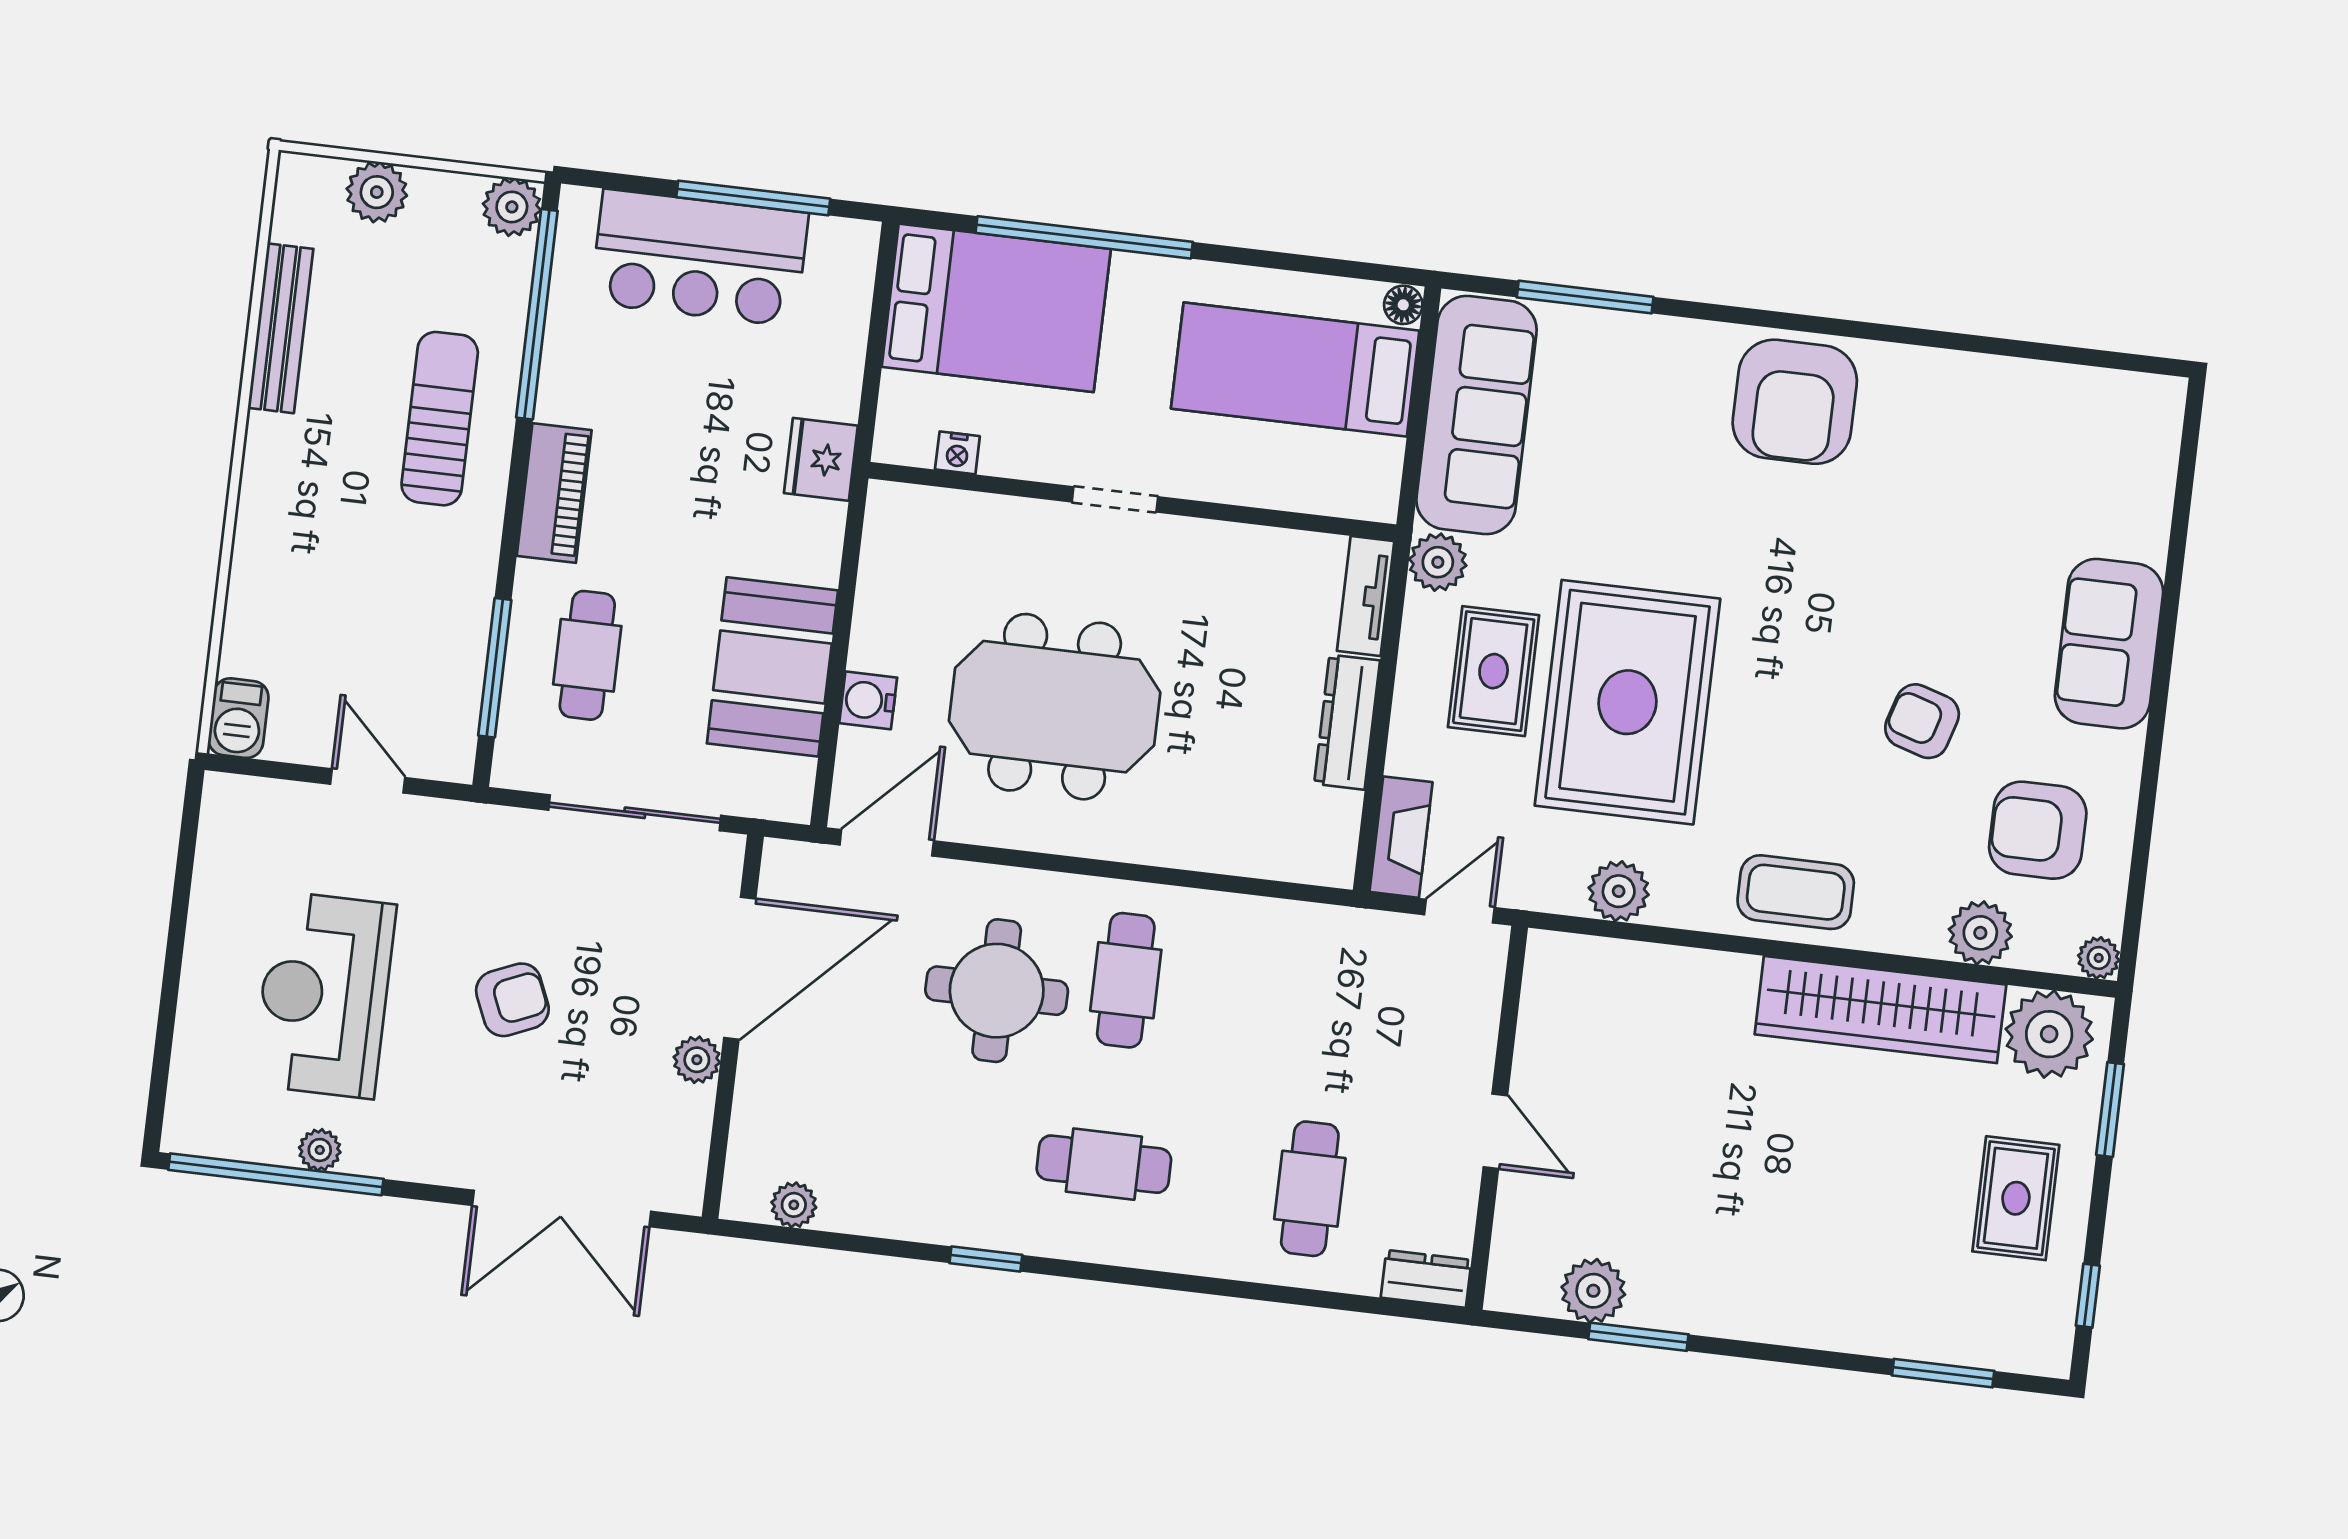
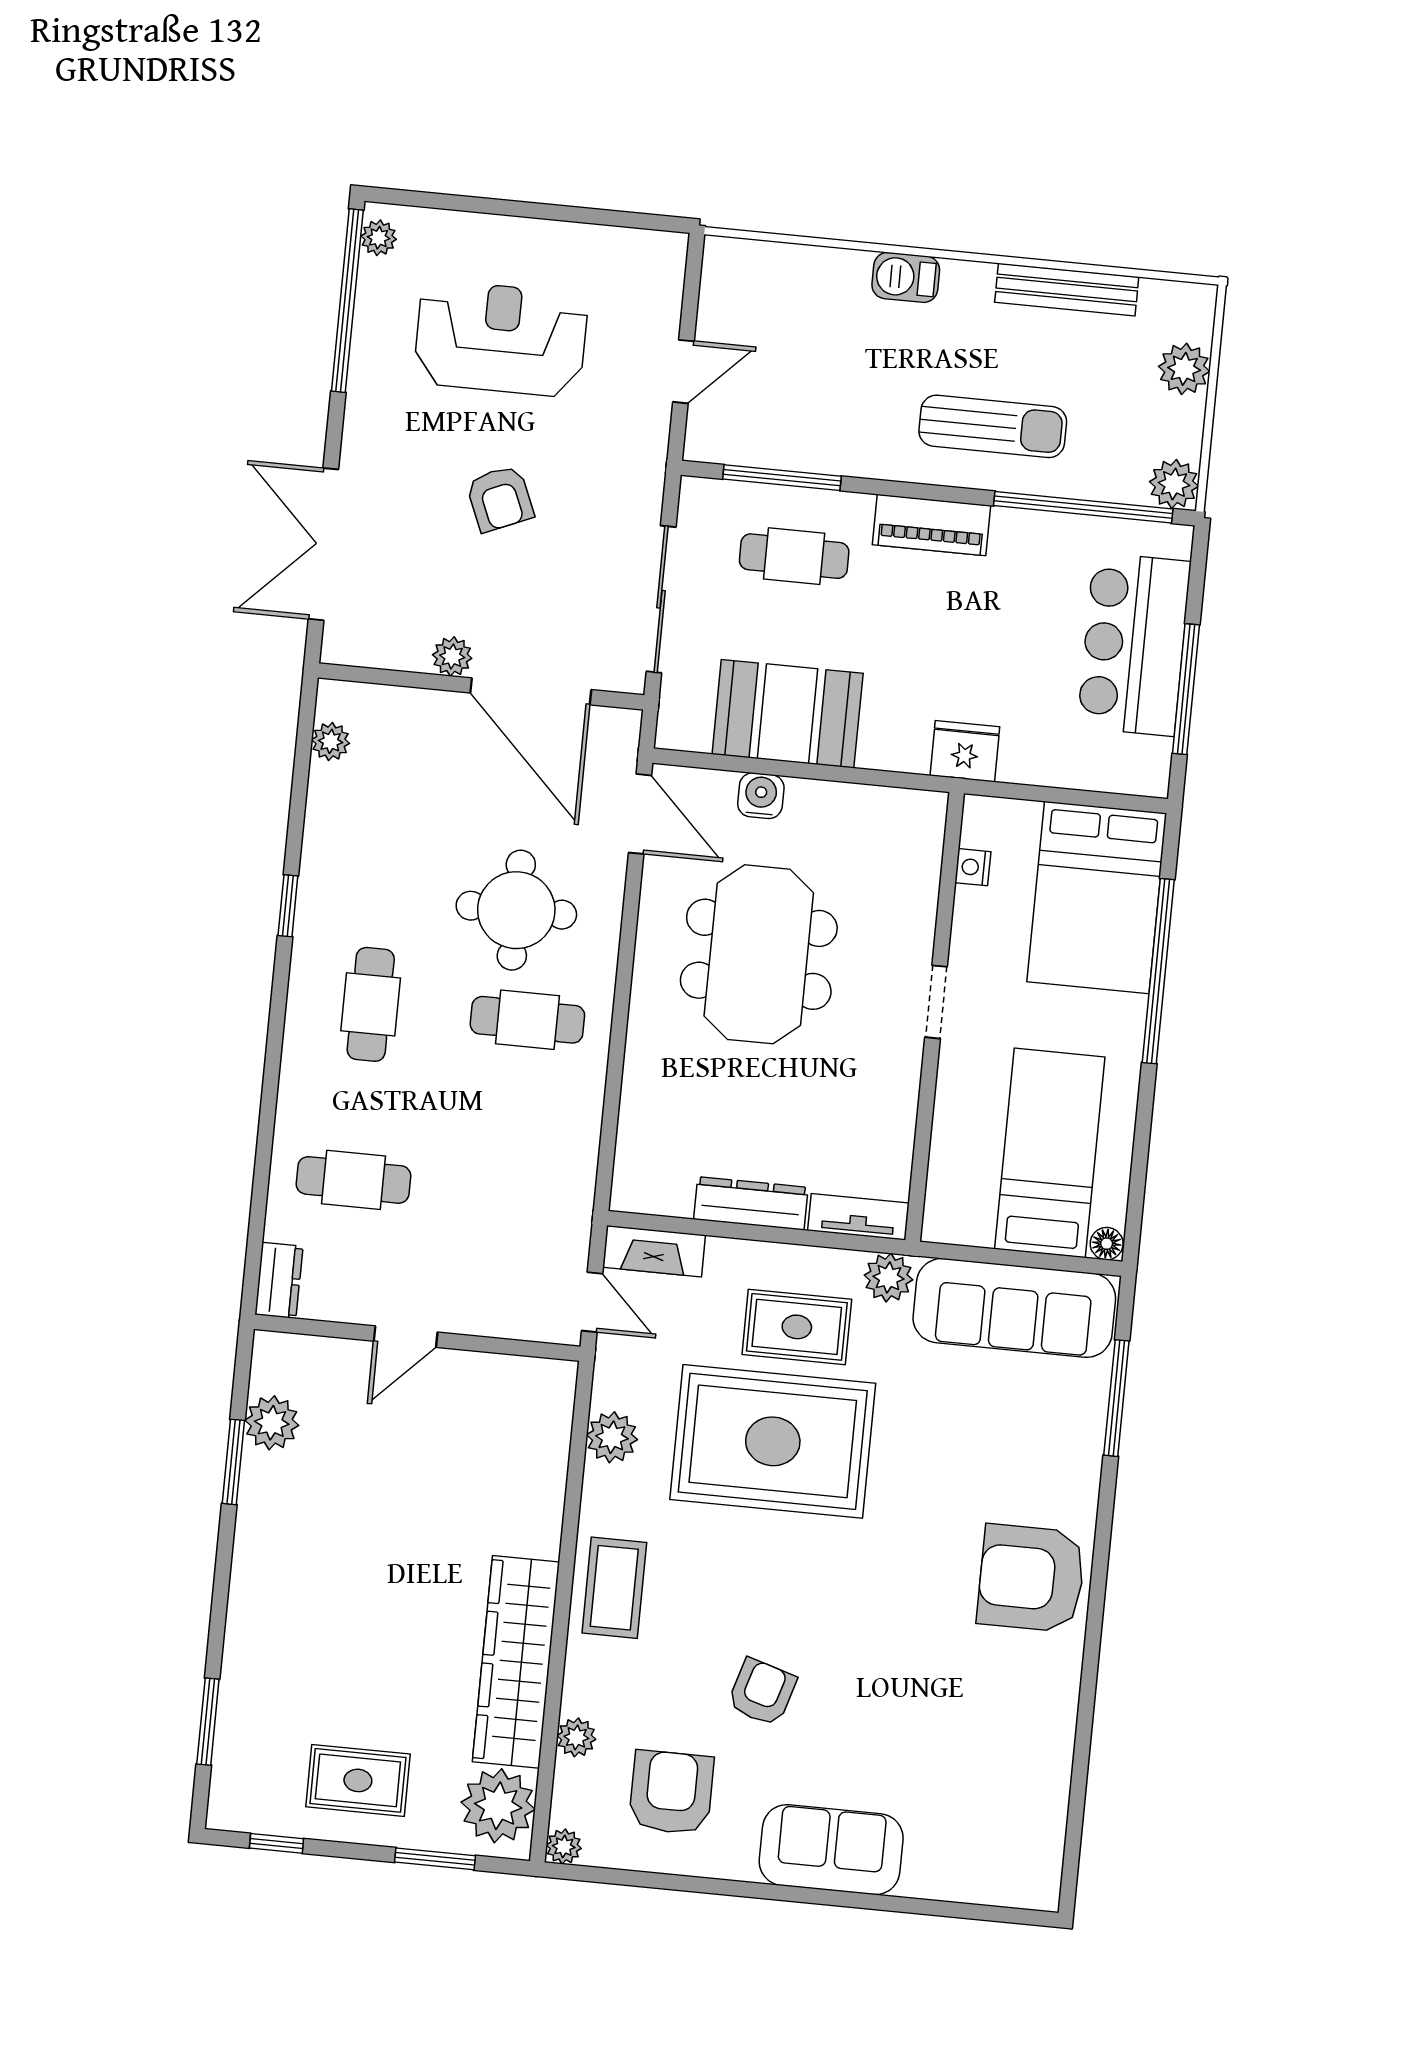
barbecue: (238, 718) -> (906, 277), moved
plant: (1980, 933) -> (576, 1737), width x0.73, depth x0.73
plant: (320, 1150) -> (379, 238), moved

